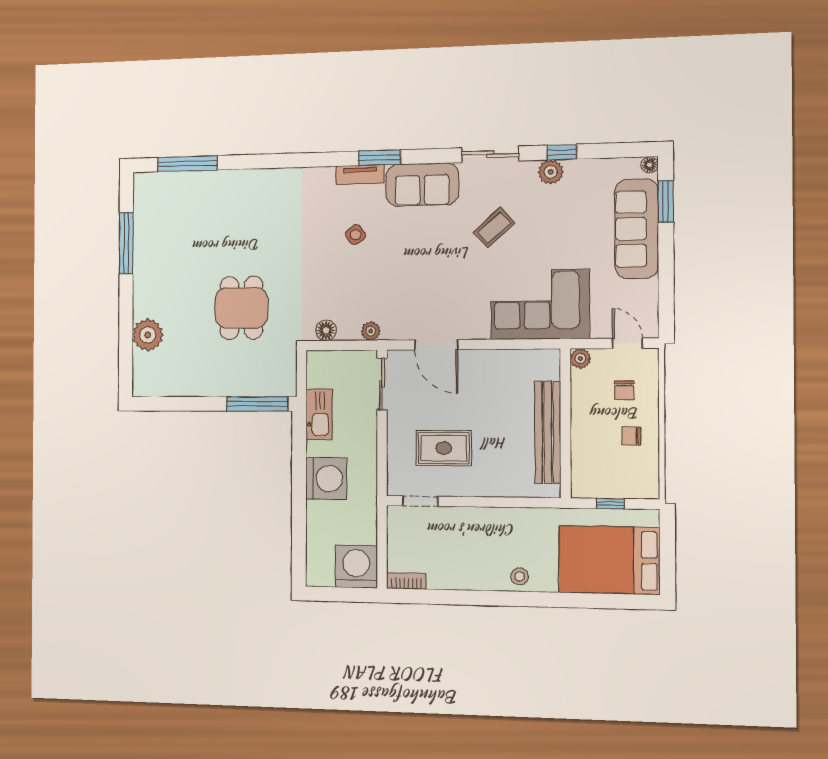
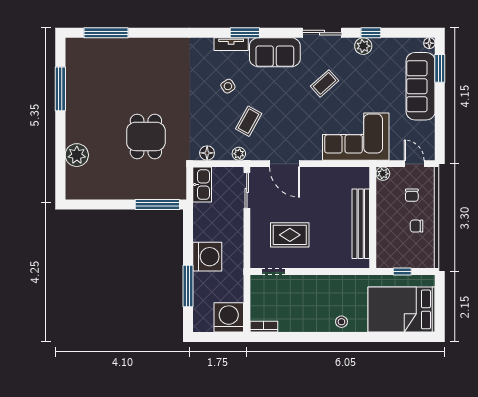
coffee table: (385, 284) -> (249, 121), added
kitchen sink: (319, 414) -> (202, 185), moved
window: (299, 520) -> (188, 286), added

